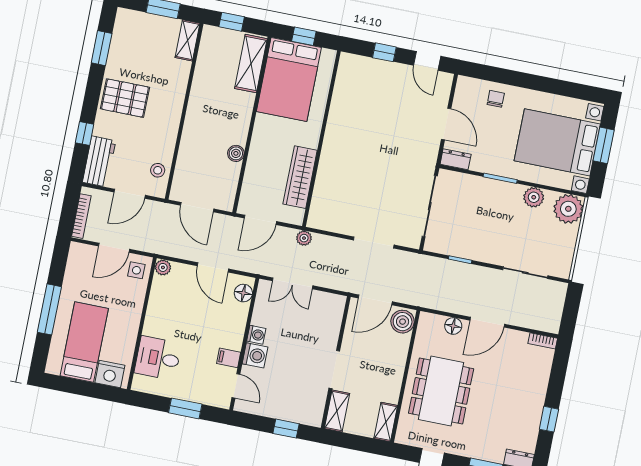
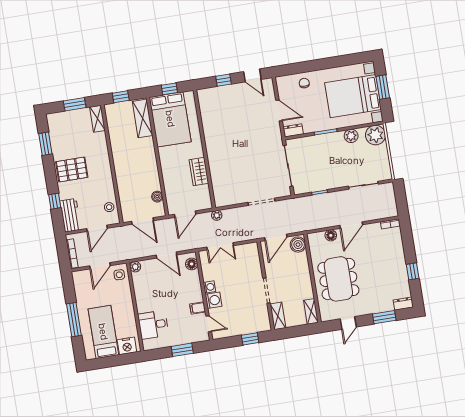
boiler: (236, 153) -> (157, 197), moved
wardrobe: (300, 177) -> (199, 171), width x0.67

